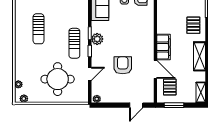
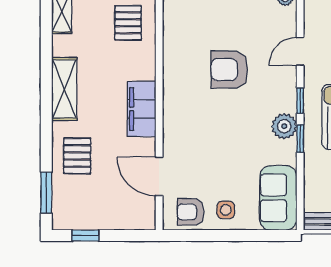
armchair: (123, 65) -> (229, 70), turned 90
door: (155, 69) -> (159, 176), moved

